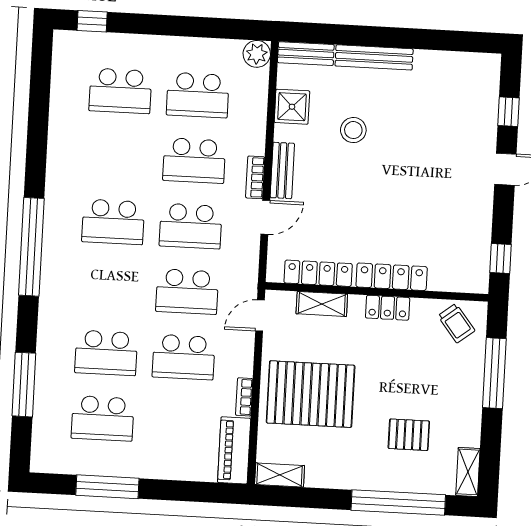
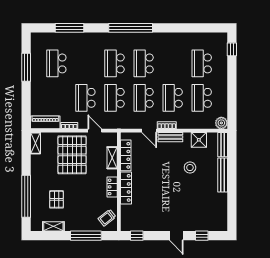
door: (260, 315) -> (95, 131), moved
school desk: (106, 353) -> (114, 63), moved
shelving: (468, 472) -> (53, 226), moved

